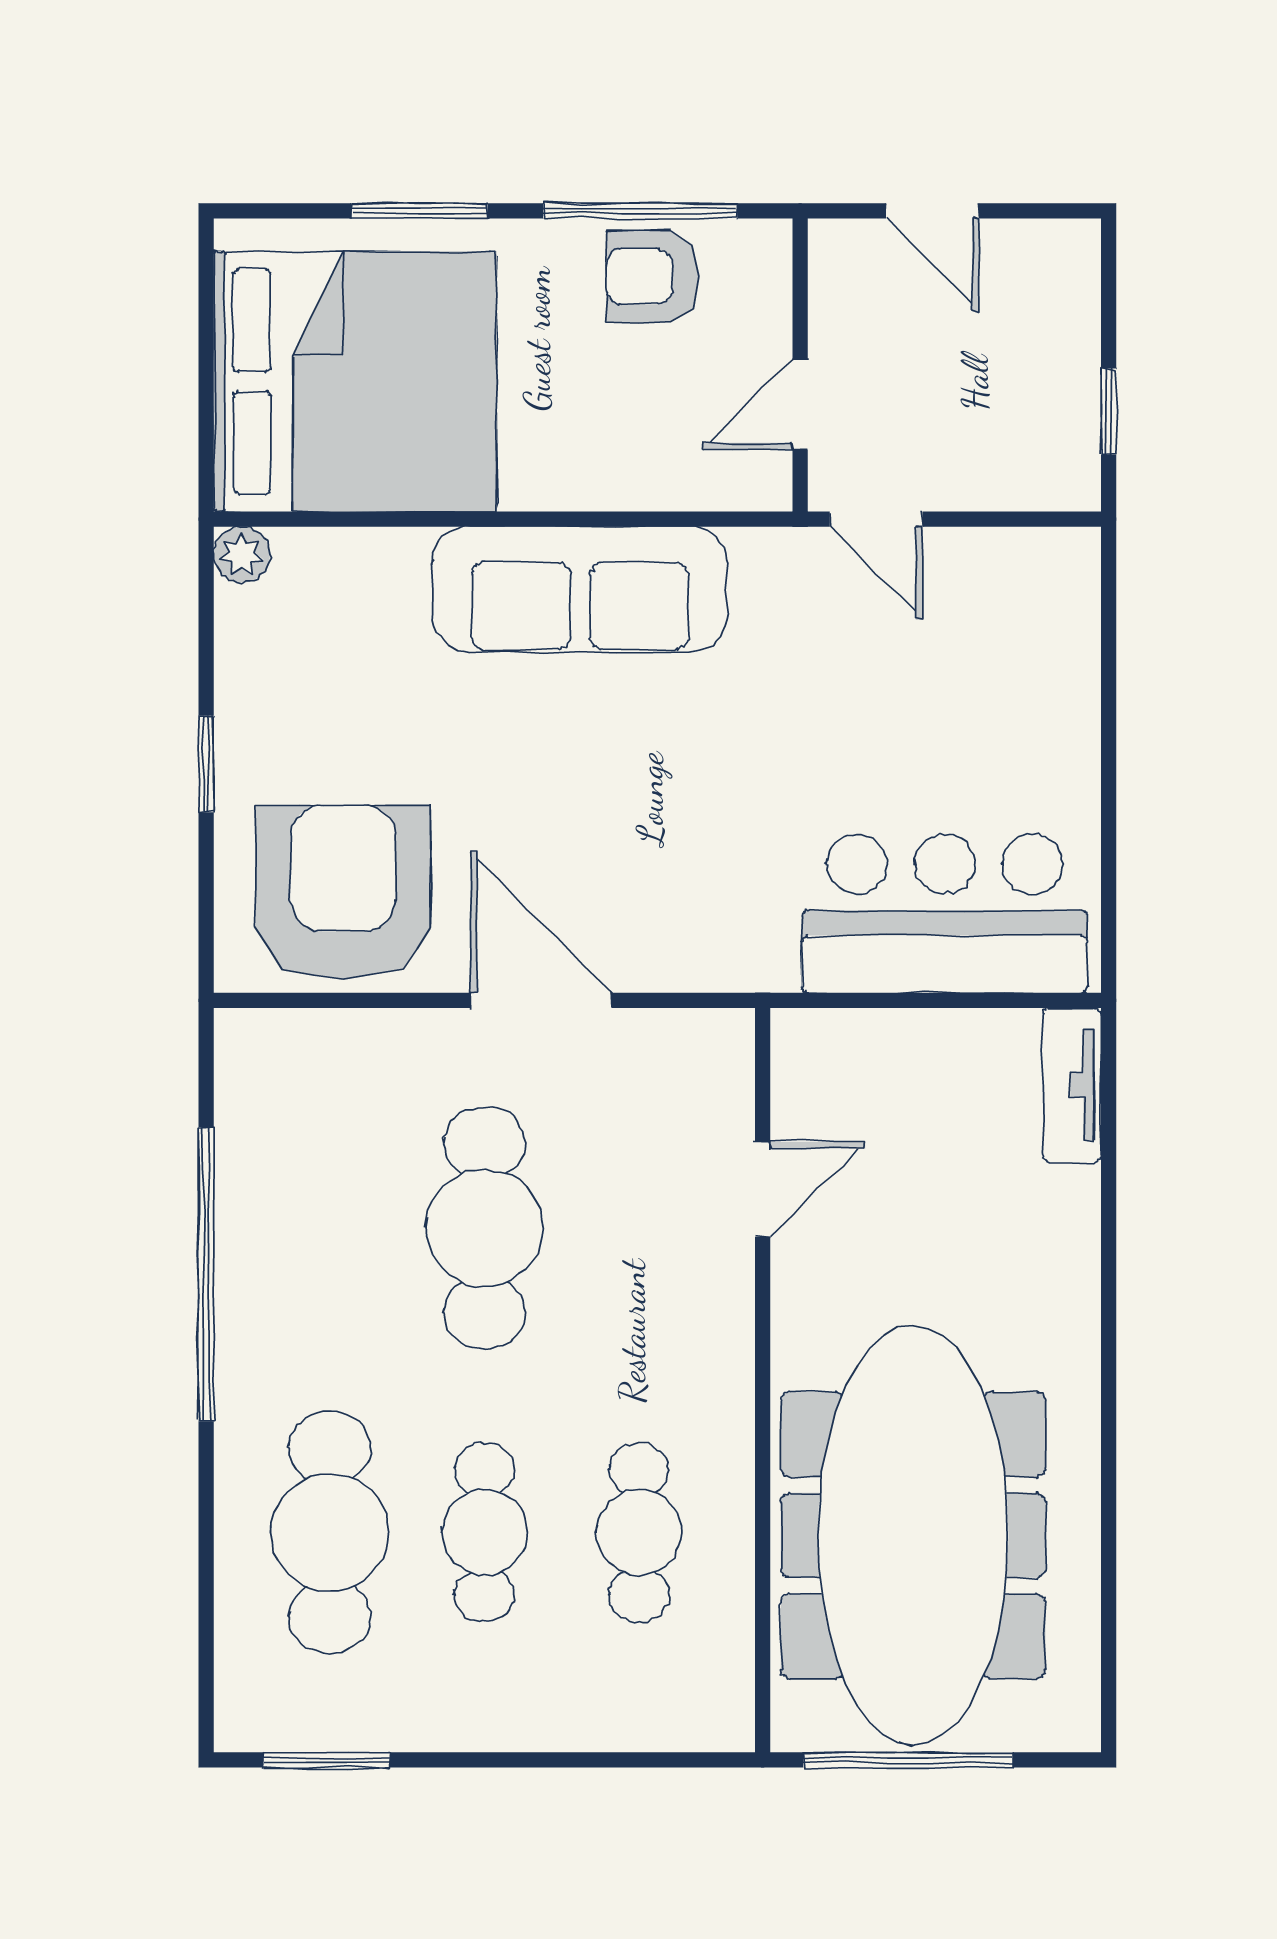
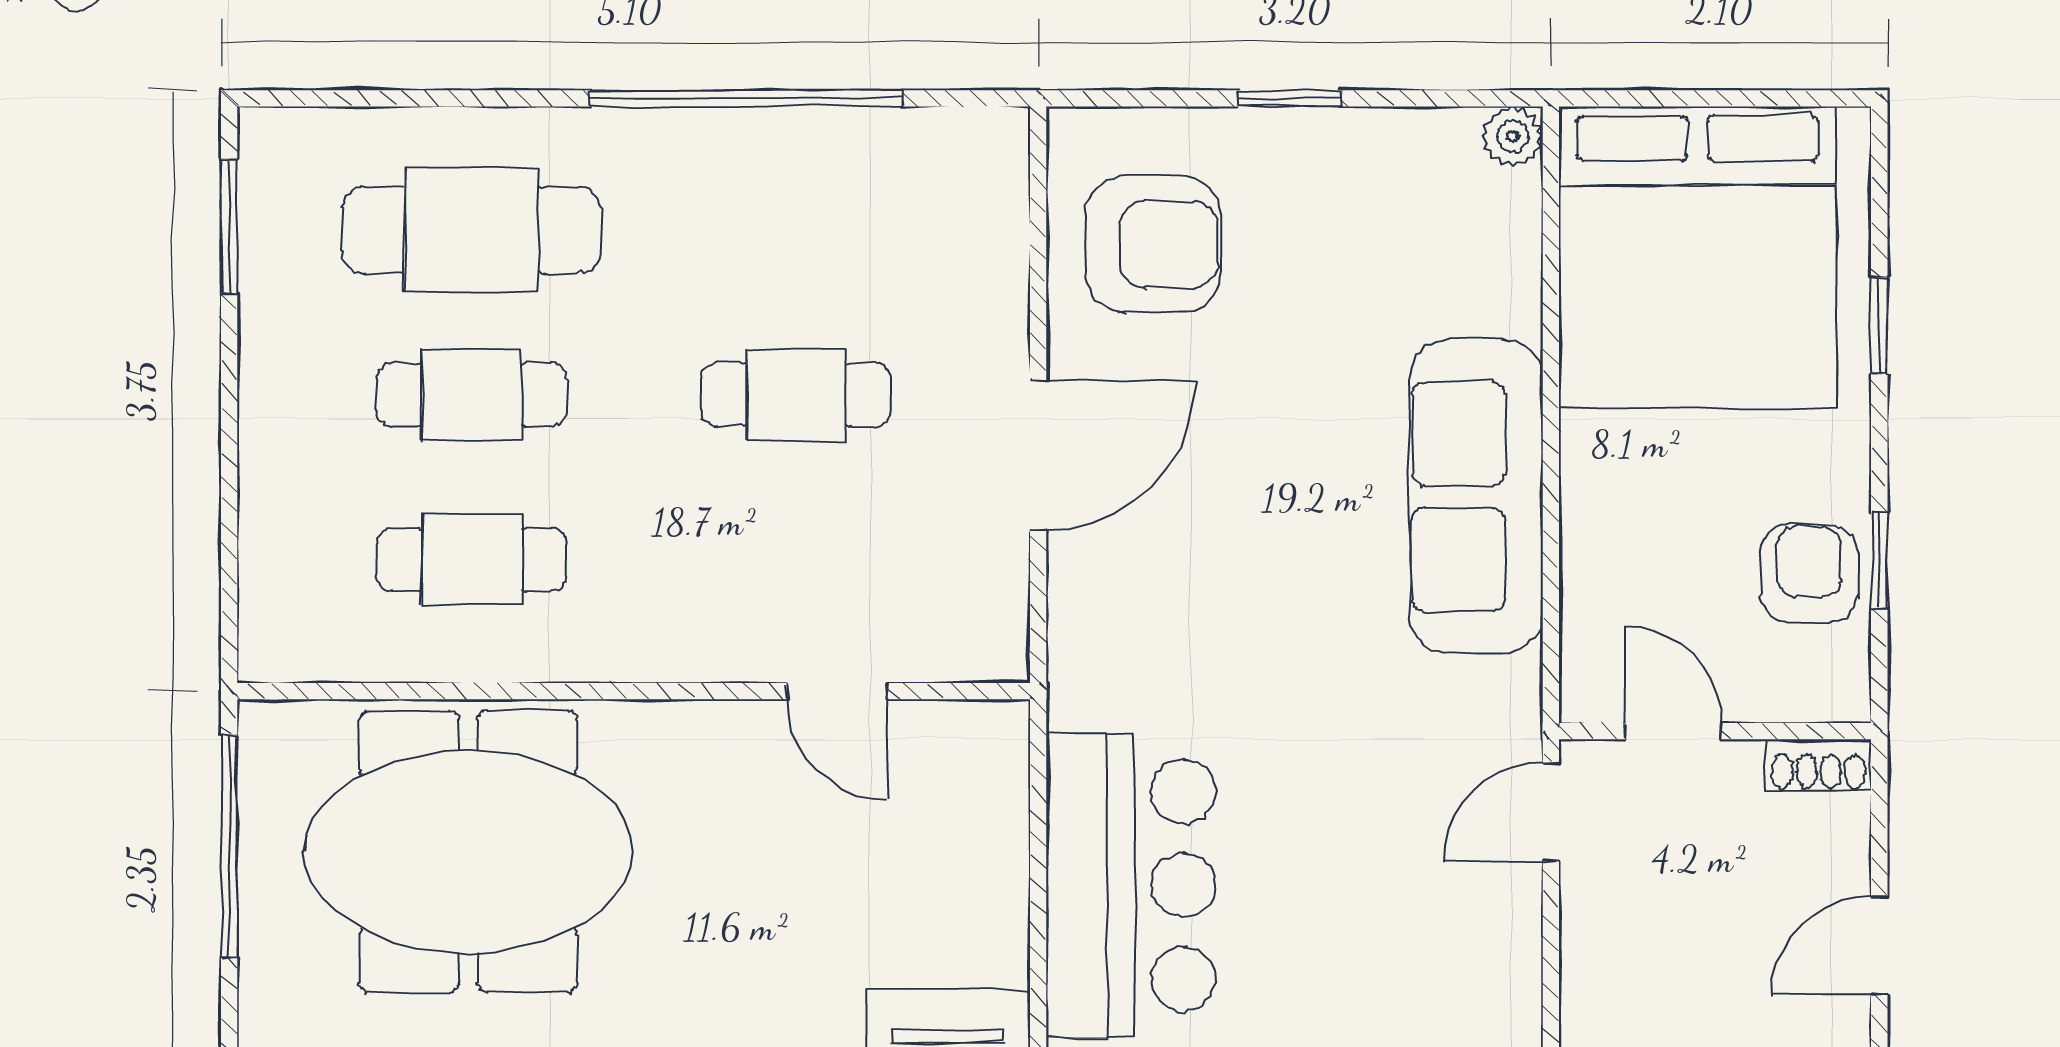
window: (420, 211) -> (1879, 326), width x0.67
window: (640, 211) -> (1879, 561), width x0.46
door: (932, 211) -> (1879, 945), moved
shoe rack: (832, 268) -> (1818, 765), added
armchair: (343, 893) -> (1153, 244), width x0.73, depth x0.73
cafe table: (484, 1228) -> (796, 395), width x0.73, depth x0.74
meeting table: (913, 1535) -> (468, 851), width x0.73

